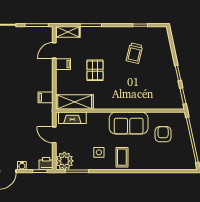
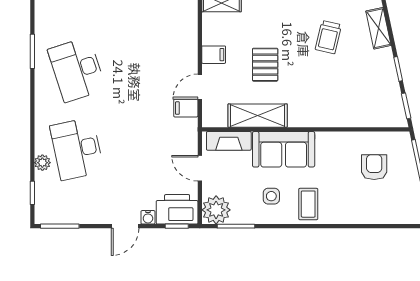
shelving: (166, 48) -> (378, 28), added
door: (54, 50) -> (200, 87), moved
shelving: (75, 102) -> (258, 116), moved
sofa: (129, 123) -> (284, 149), moved
printer: (46, 164) -> (177, 209), width x1.87, depth x1.48

